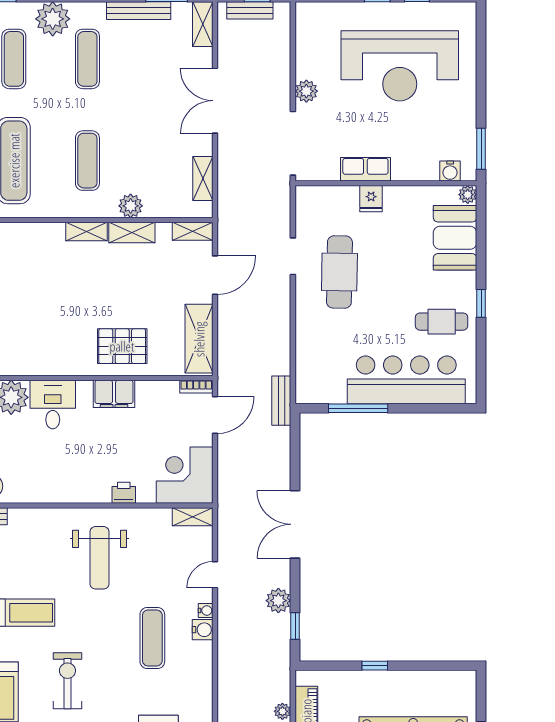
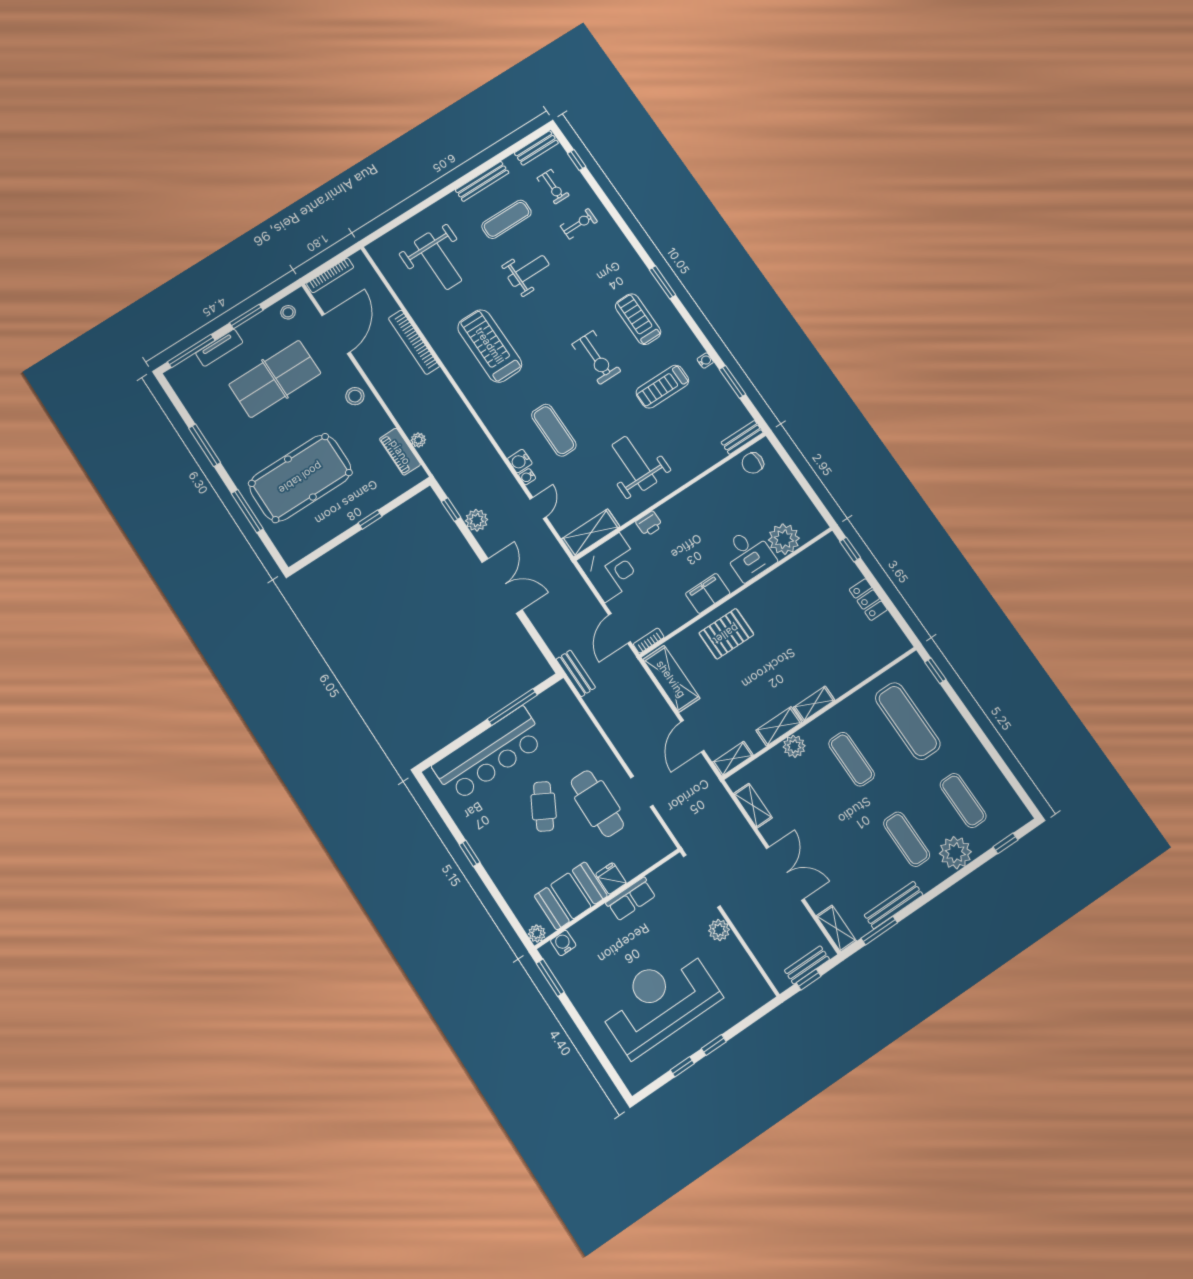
booth: (455, 238) -> (571, 896), moved, turned 90
cafe table: (442, 322) -> (544, 806), moved, turned -61
shelving: (193, 517) -> (591, 533), width x1.50, depth x1.33

